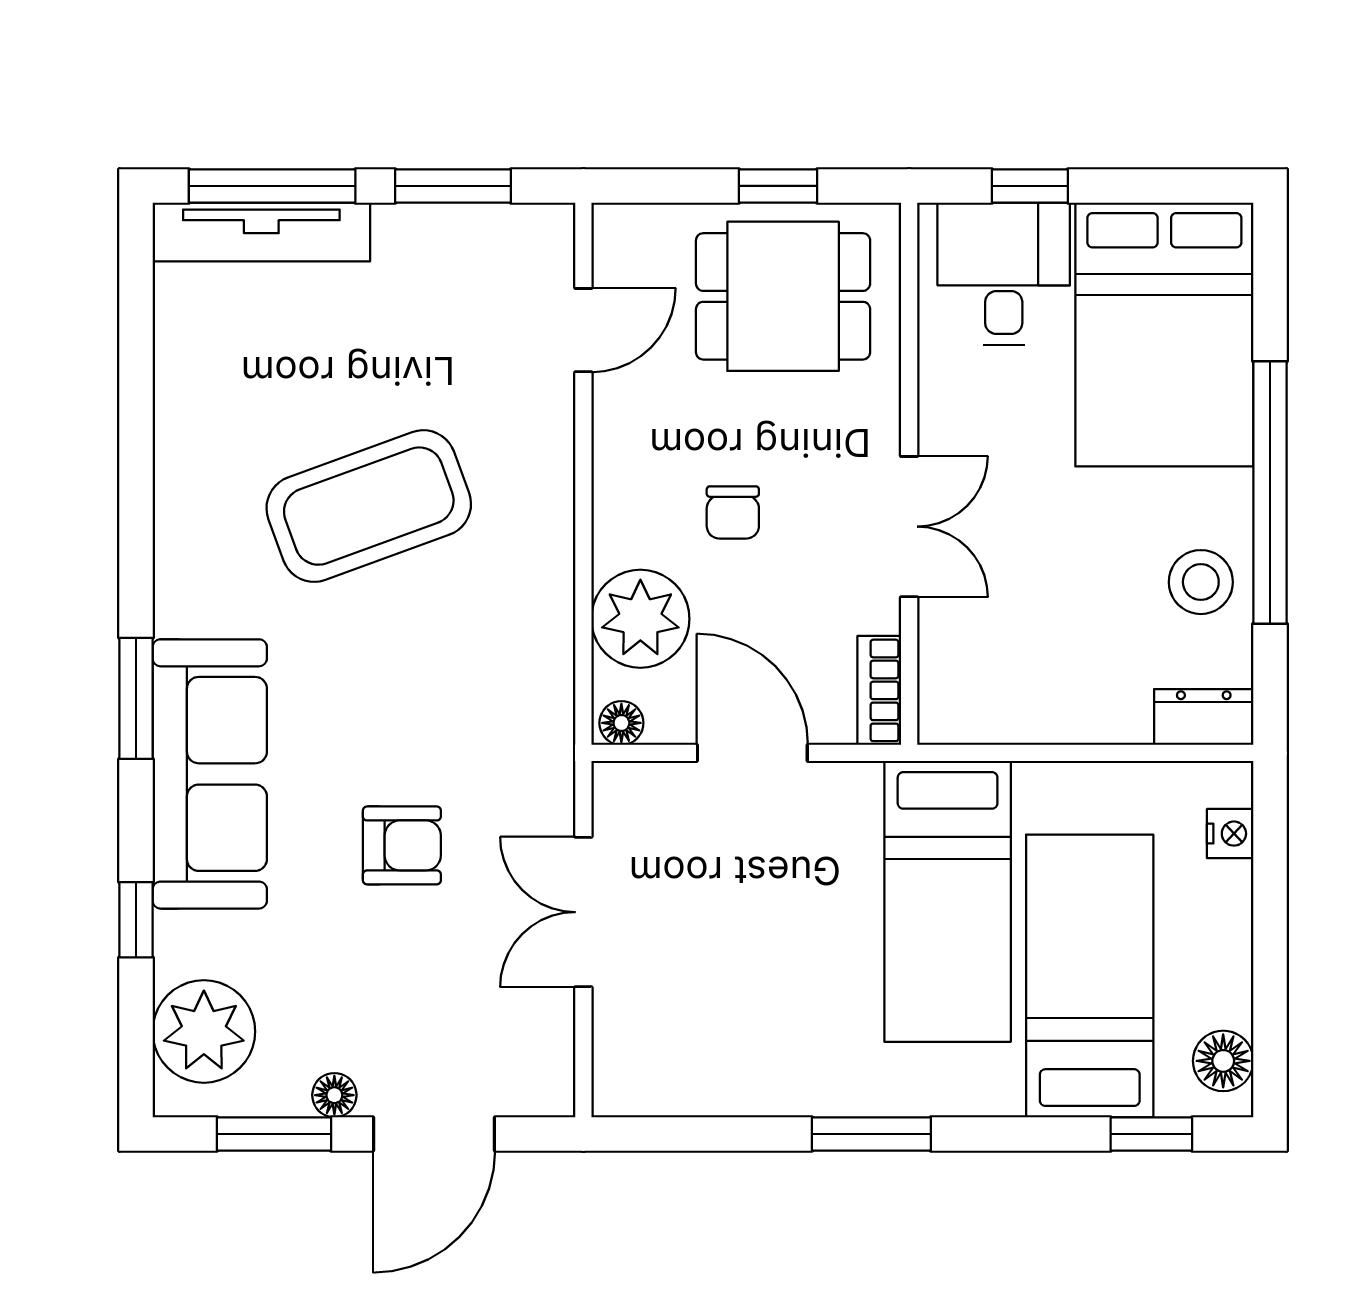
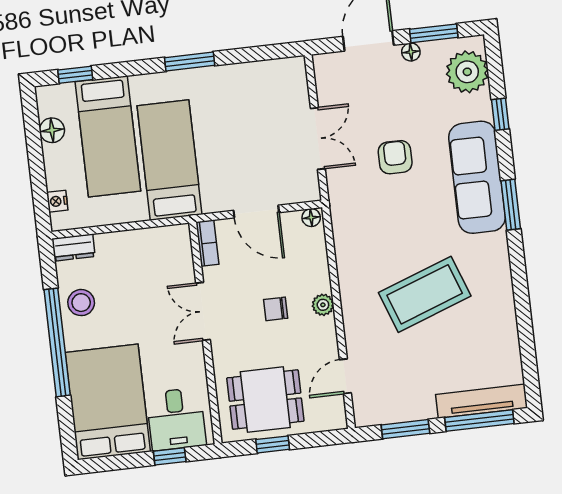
chair: (733, 512) -> (276, 309), turned -90
plant: (640, 619) -> (323, 305), moved, width x0.53, depth x0.53
armchair: (402, 845) -> (395, 157), turned 90
floor lamp: (1223, 1061) -> (52, 130), moved

